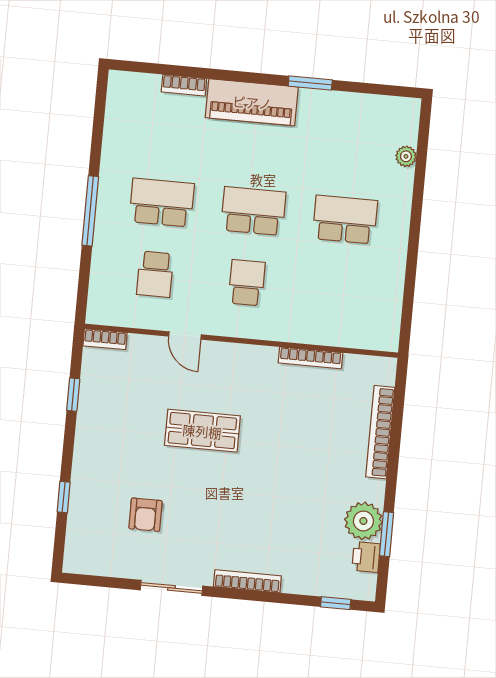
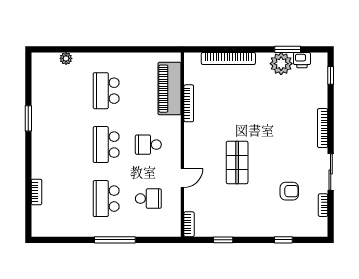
piano: (252, 102) -> (170, 89), moved, turned 180
bookcase: (116, 570) -> (323, 205), added

